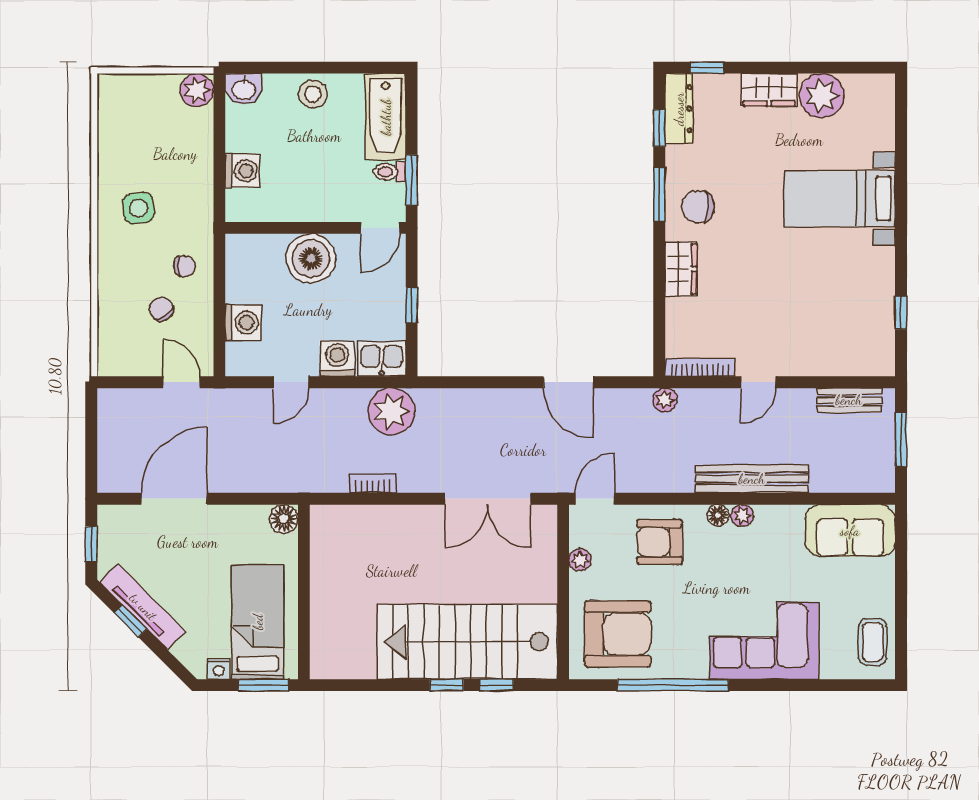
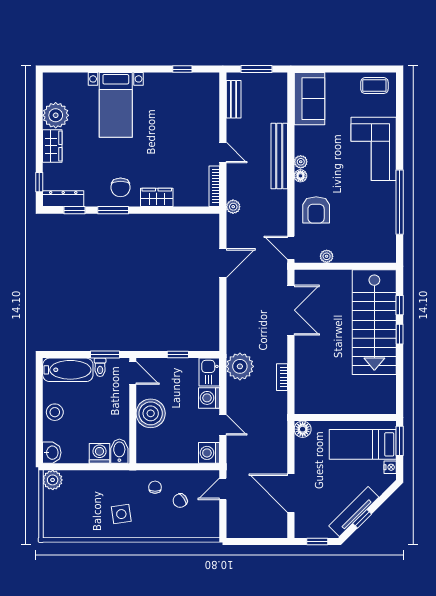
bidet: (246, 205) -> (119, 451), added
washing machine: (243, 323) -> (209, 453), moved, turned -90
armchair: (618, 634) -> (370, 234), removed

